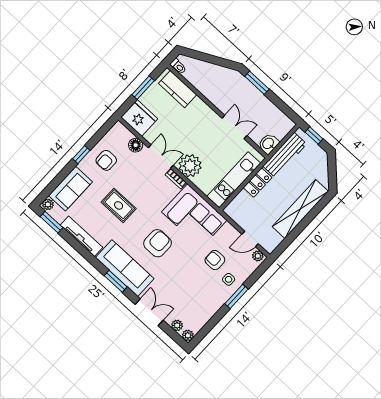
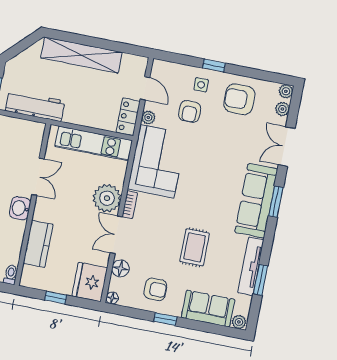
window: (143, 88) -> (56, 298), width x0.67
kitchen counter: (178, 89) -> (38, 244), moved
floor lamp: (119, 127) -> (112, 298), added
double door: (234, 127) -> (38, 177), swing flipped
washbasin: (268, 144) -> (20, 208), moved, turned 90
locker: (258, 183) -> (128, 117), moved, turned -90
window: (52, 222) -> (260, 280), moved
armchair: (158, 243) -> (239, 99), moved
plant: (258, 256) -> (148, 118), moved
window: (236, 296) -> (214, 66), width x0.67

